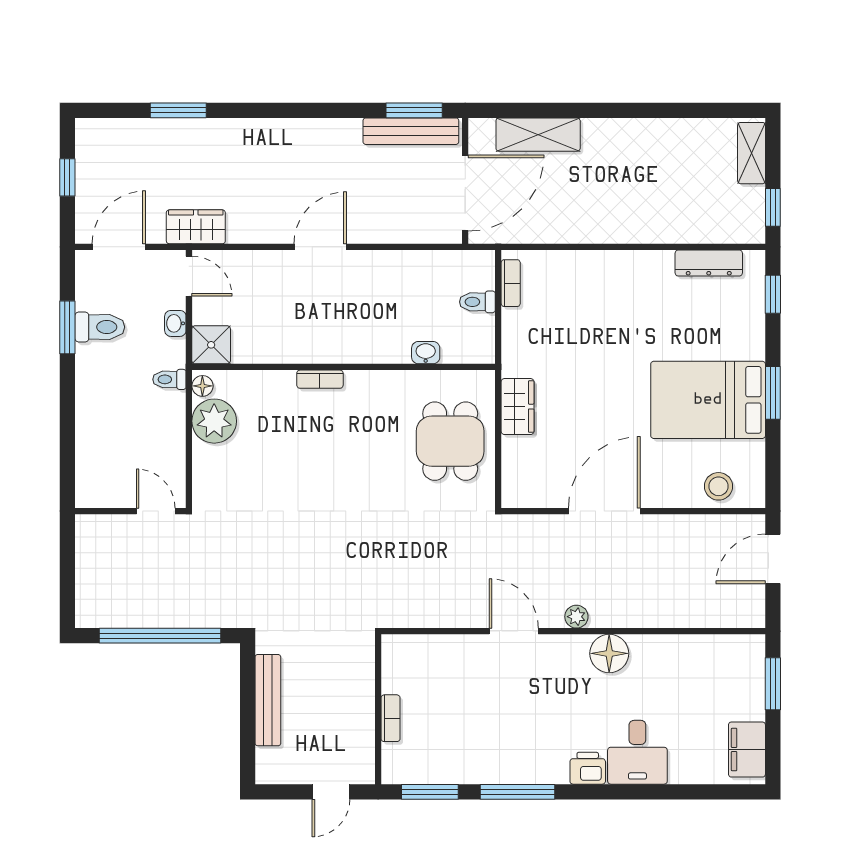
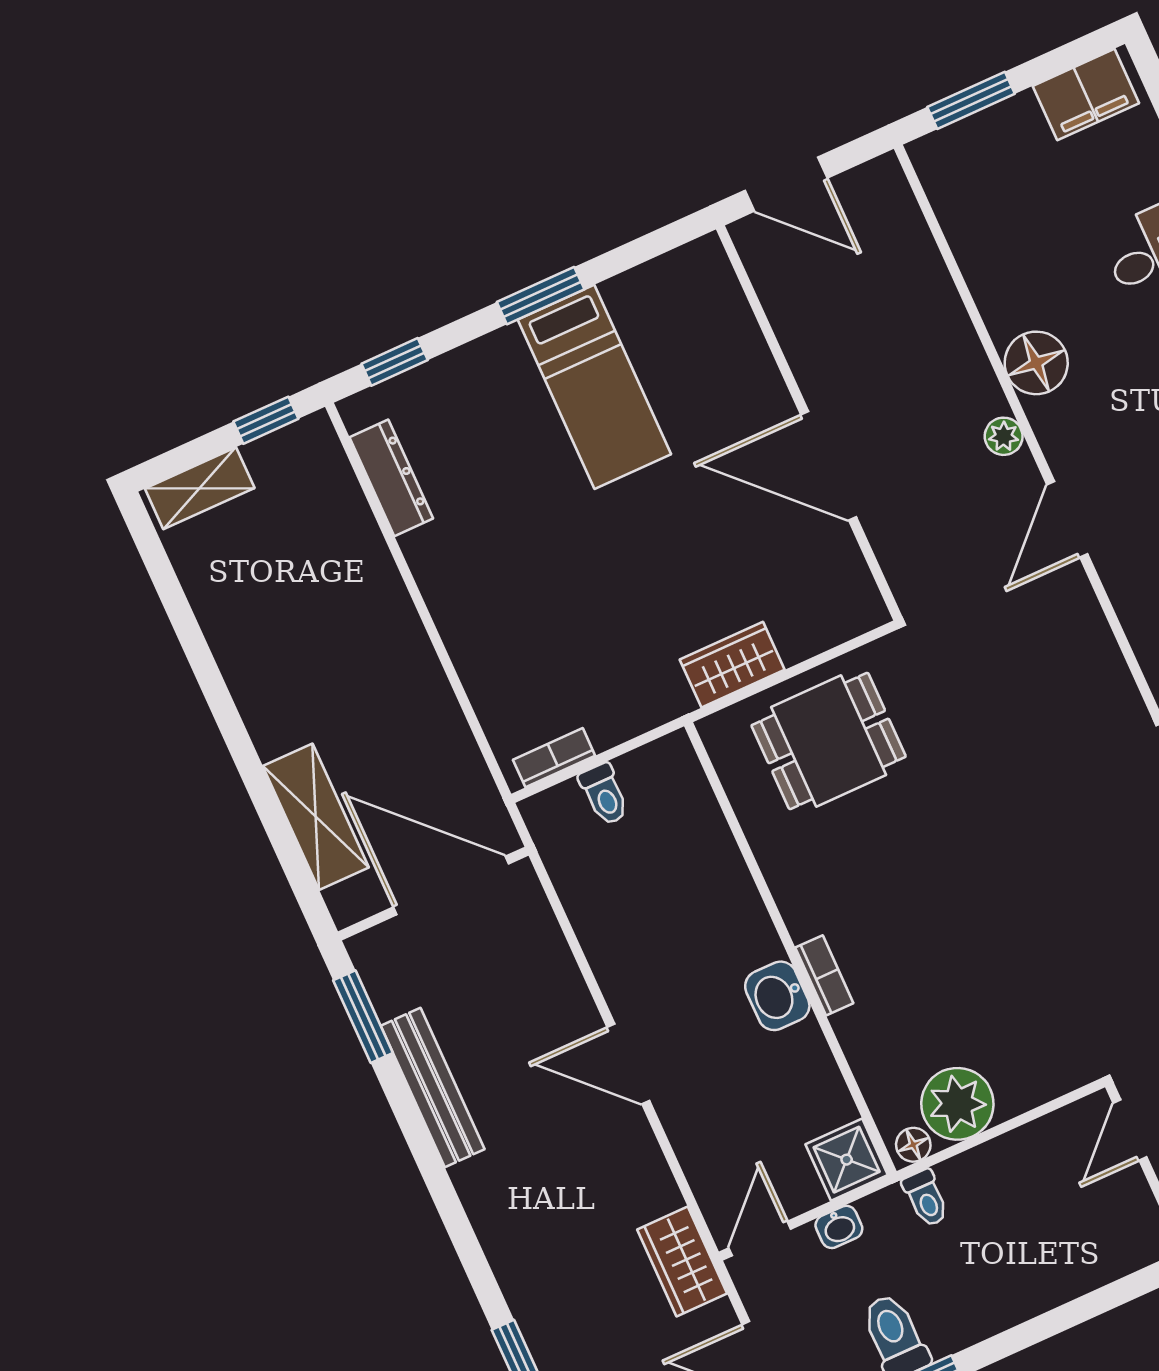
bench: (411, 131) -> (433, 1088), moved
washbasin: (426, 353) -> (777, 996), moved, width x1.38, depth x1.45
bed: (708, 400) -> (594, 387), width x0.67
stool: (718, 486) -> (715, 313), removed

